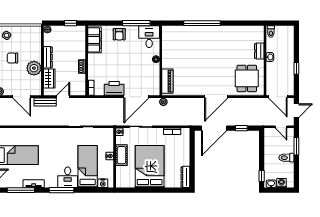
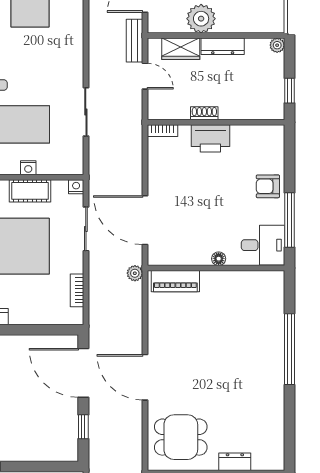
filing cabinet: (94, 40) -> (257, 138), removed
printer: (114, 88) -> (210, 138), moved, turned 90

